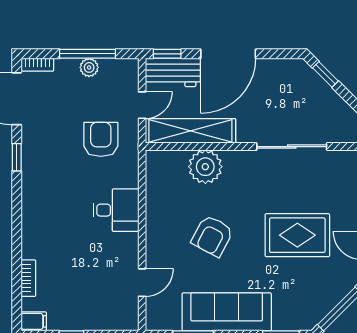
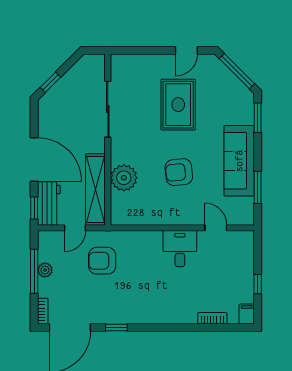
door: (142, 105) -> (75, 228), swing flipped
desk: (116, 210) -> (180, 249), moved
armchair: (212, 236) -> (179, 172), turned 146

